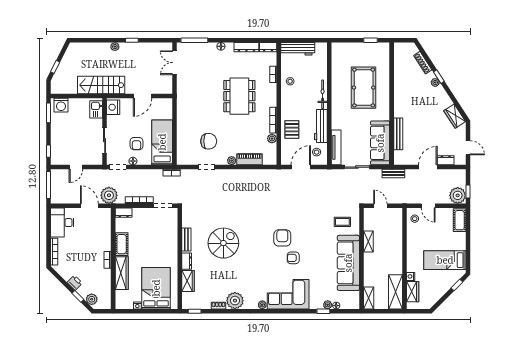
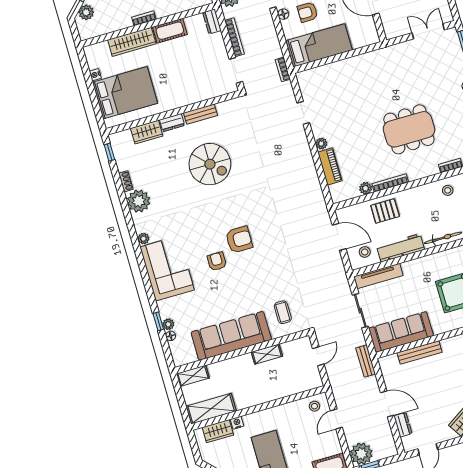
chair: (209, 141) -> (338, 106), removed

